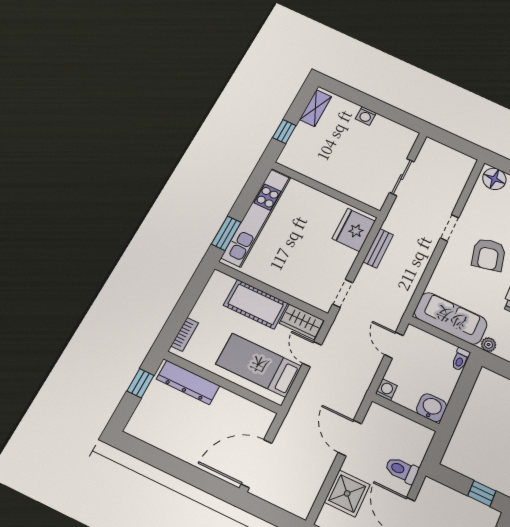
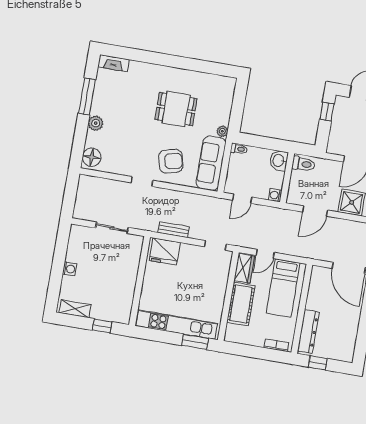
armchair: (489, 255) -> (171, 161), moved
toilet: (402, 470) -> (304, 164), moved, turned -90

